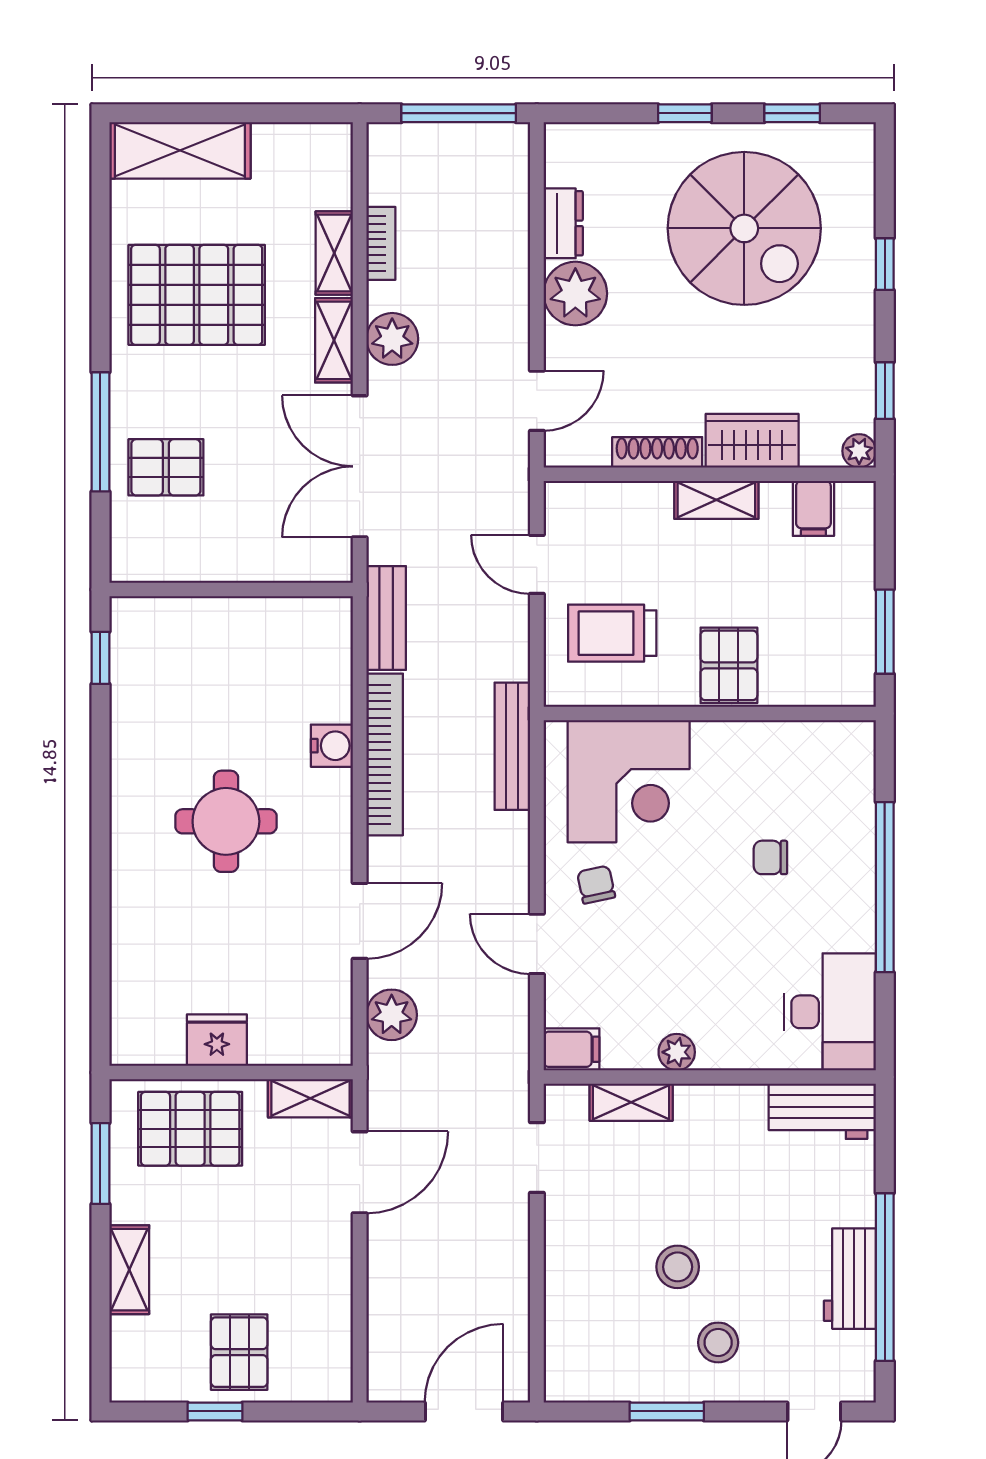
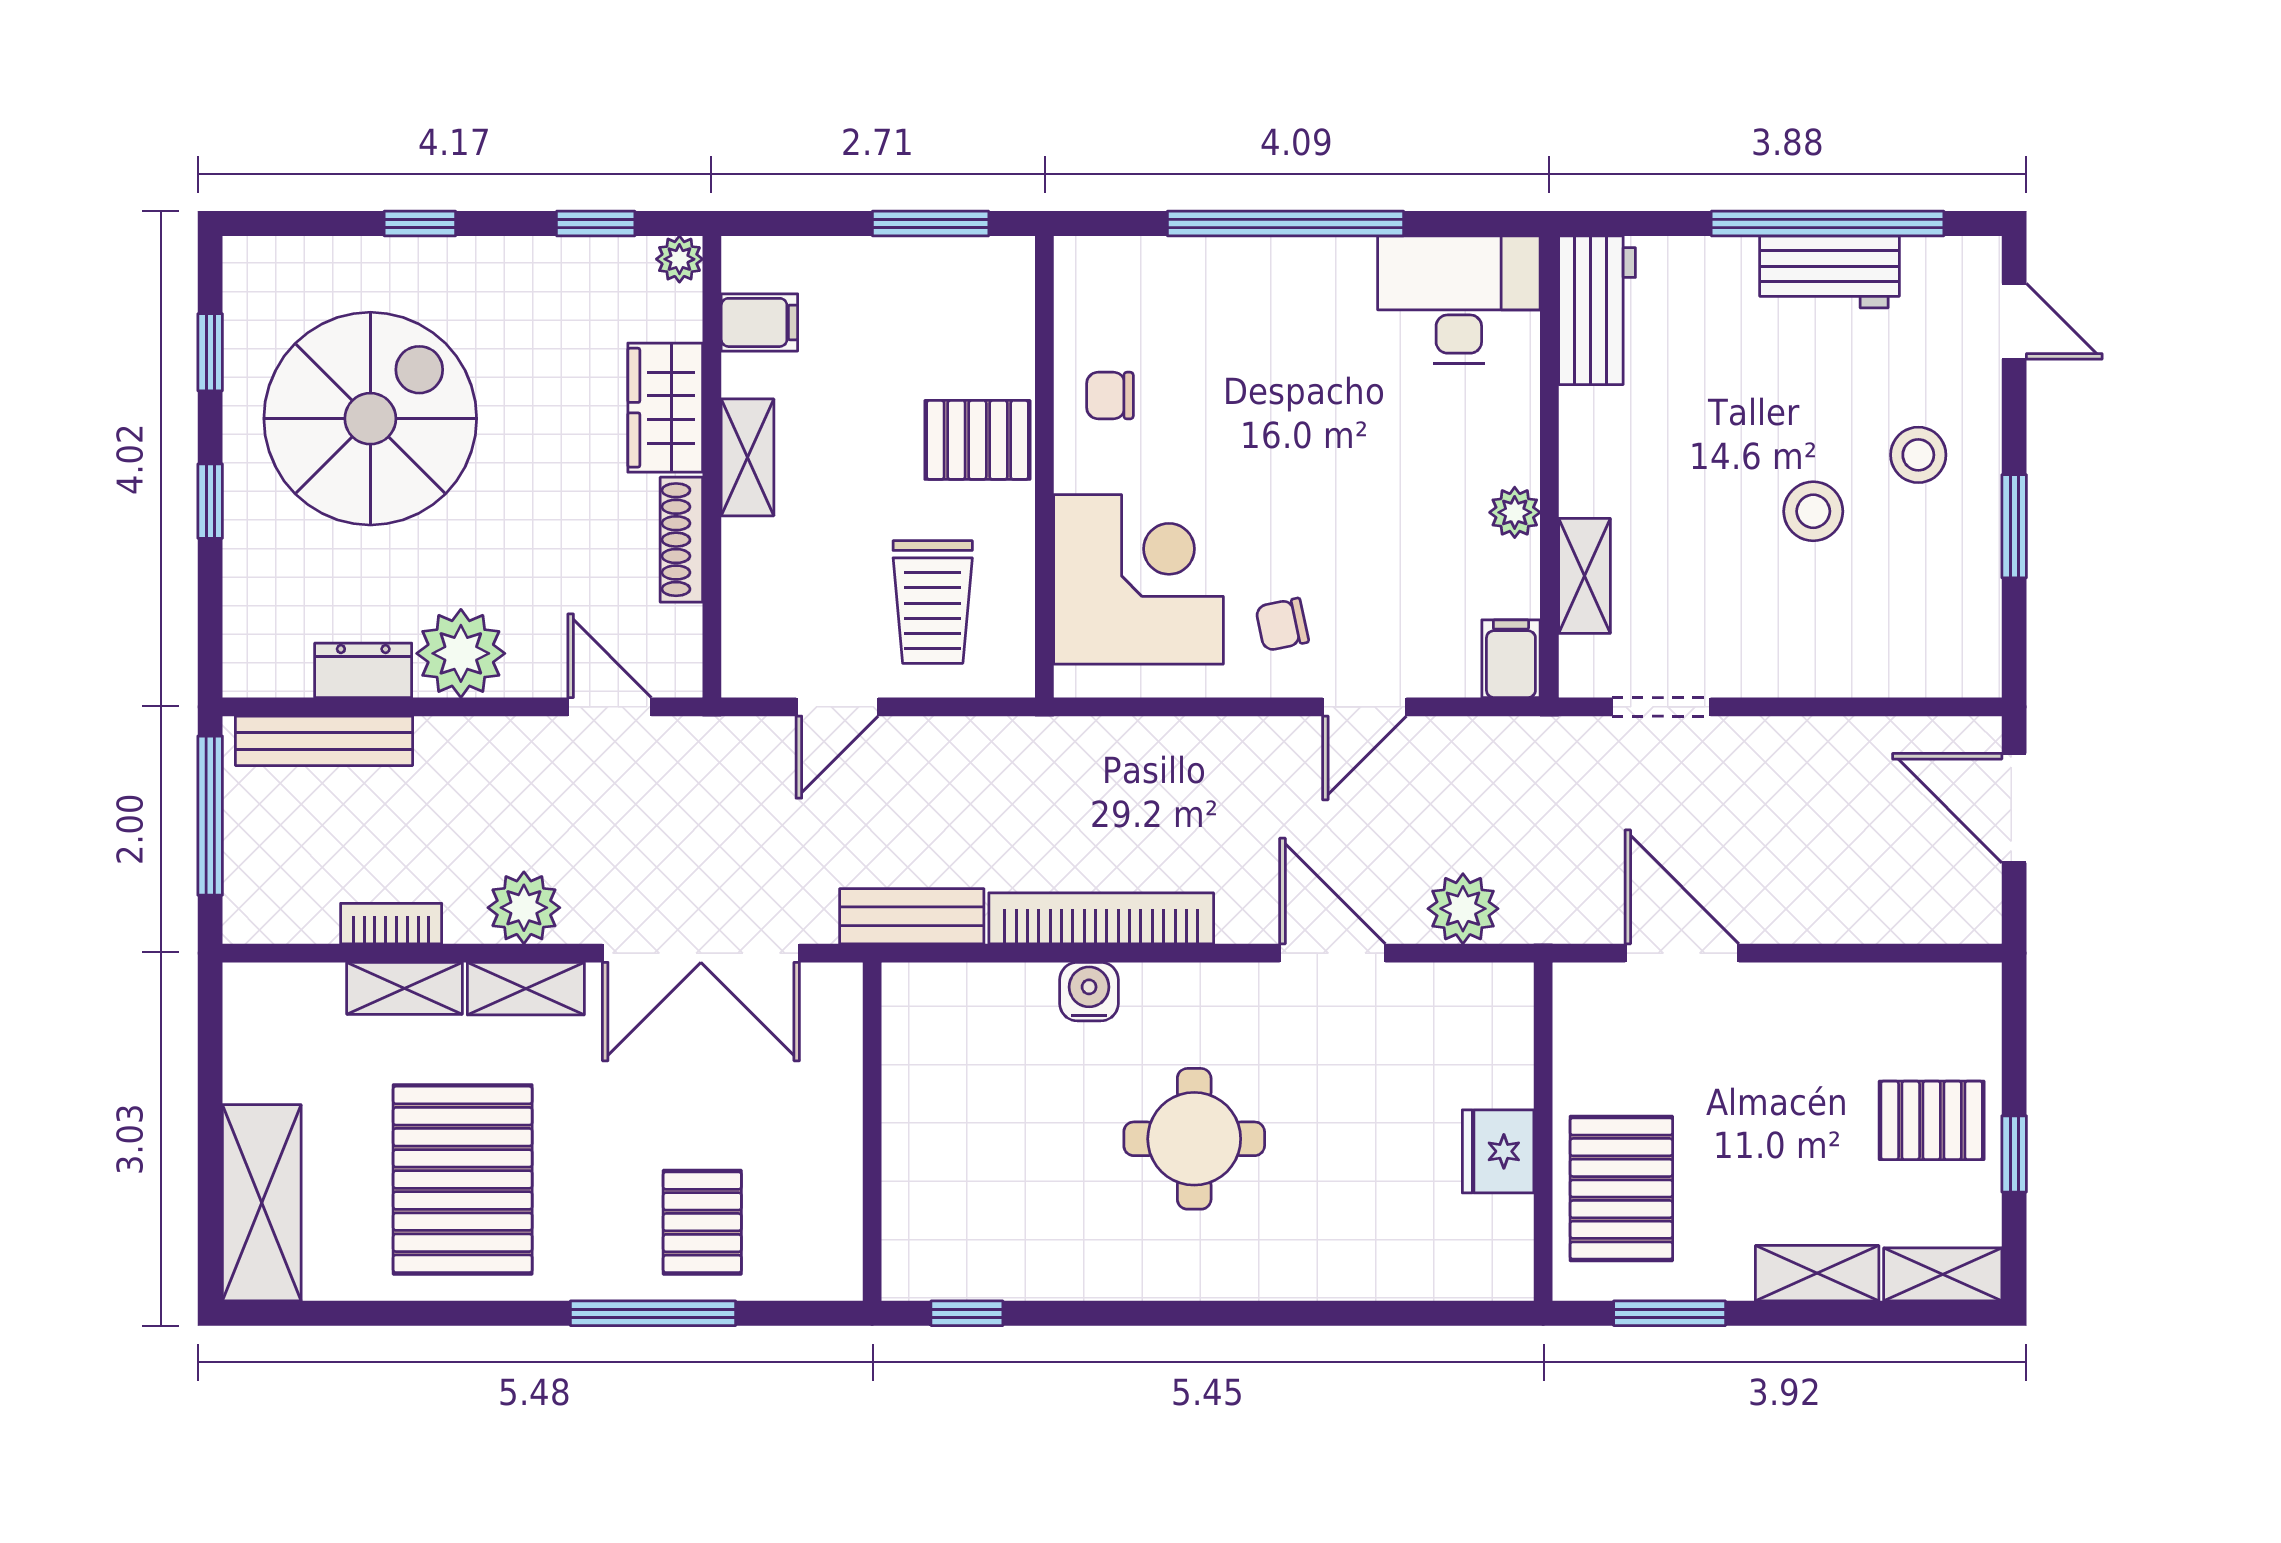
bench: (512, 746) -> (324, 741), moved
chair: (770, 857) -> (1110, 396), moved, turned 90
shelving: (310, 1098) -> (1943, 1274), moved, turned 90

